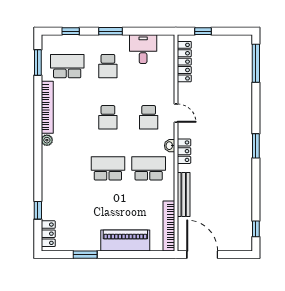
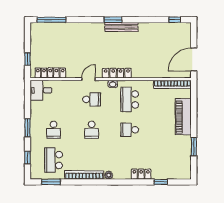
desk: (143, 49) -> (41, 90), moved
school desk: (108, 66) -> (54, 130), turned 90
school desk: (108, 117) -> (92, 130), turned 90
locker: (184, 151) -> (117, 73), width x1.53
school desk: (108, 168) -> (130, 130), width x0.54
bench: (184, 194) -> (121, 27), moved
locker: (48, 234) -> (141, 174), moved

